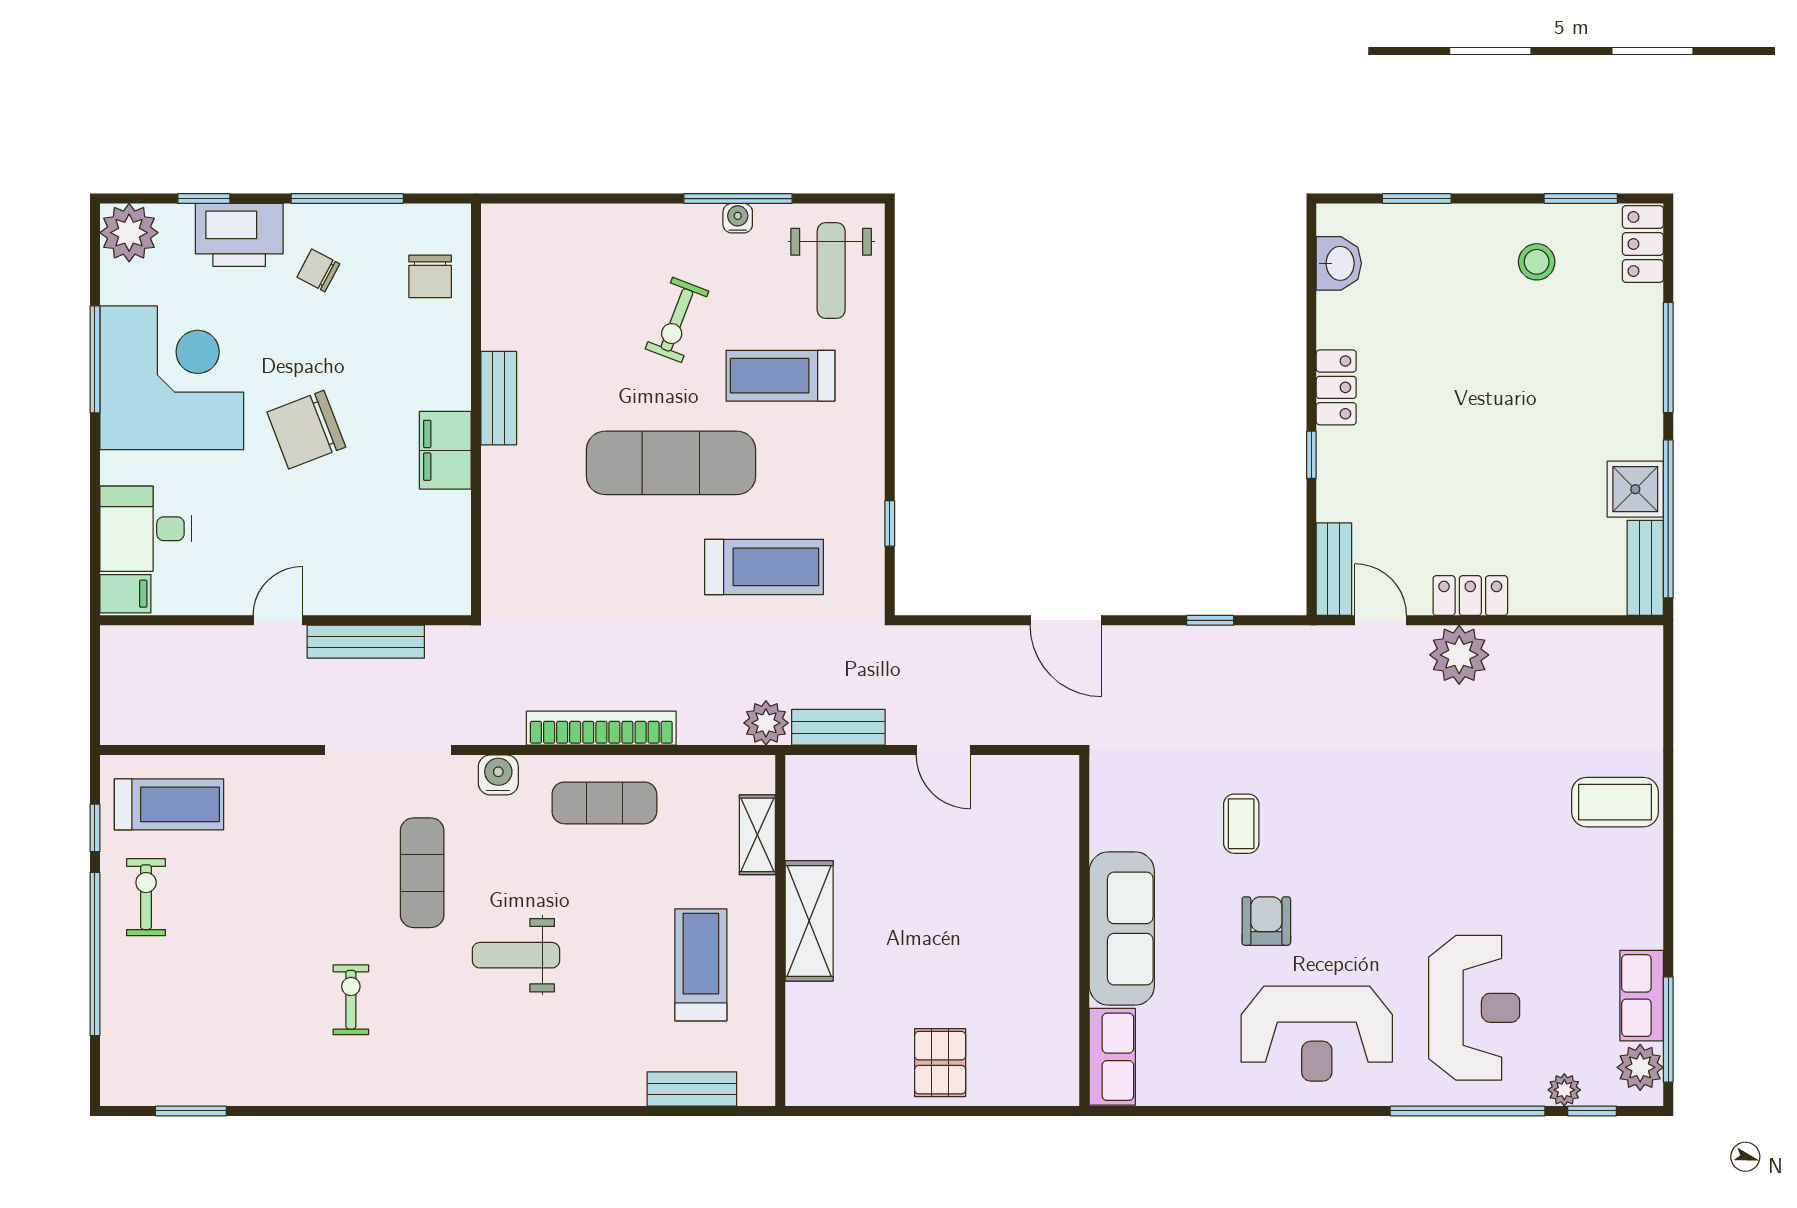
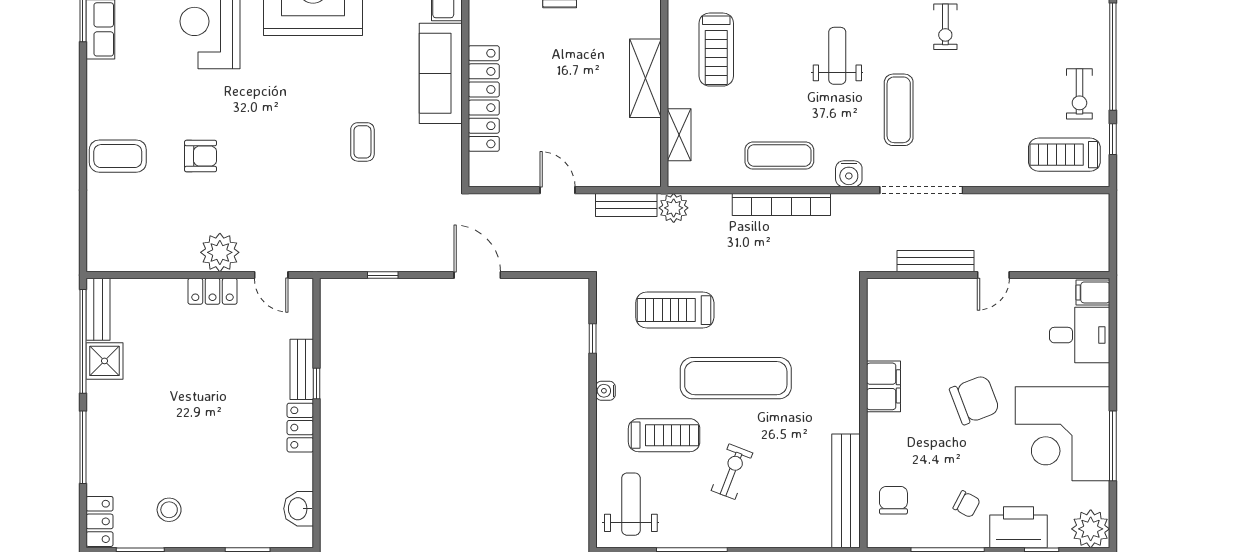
water cooler: (738, 218) -> (605, 391), moved, turned 90
bench: (499, 398) -> (846, 491), moved, width x1.86, depth x1.21
bench: (1334, 569) -> (302, 369), moved
locker: (1056, 890) -> (484, 99), added
armchair: (1266, 921) -> (201, 156), moved, turned -90
weight bench: (516, 955) -> (837, 56), turned -90

